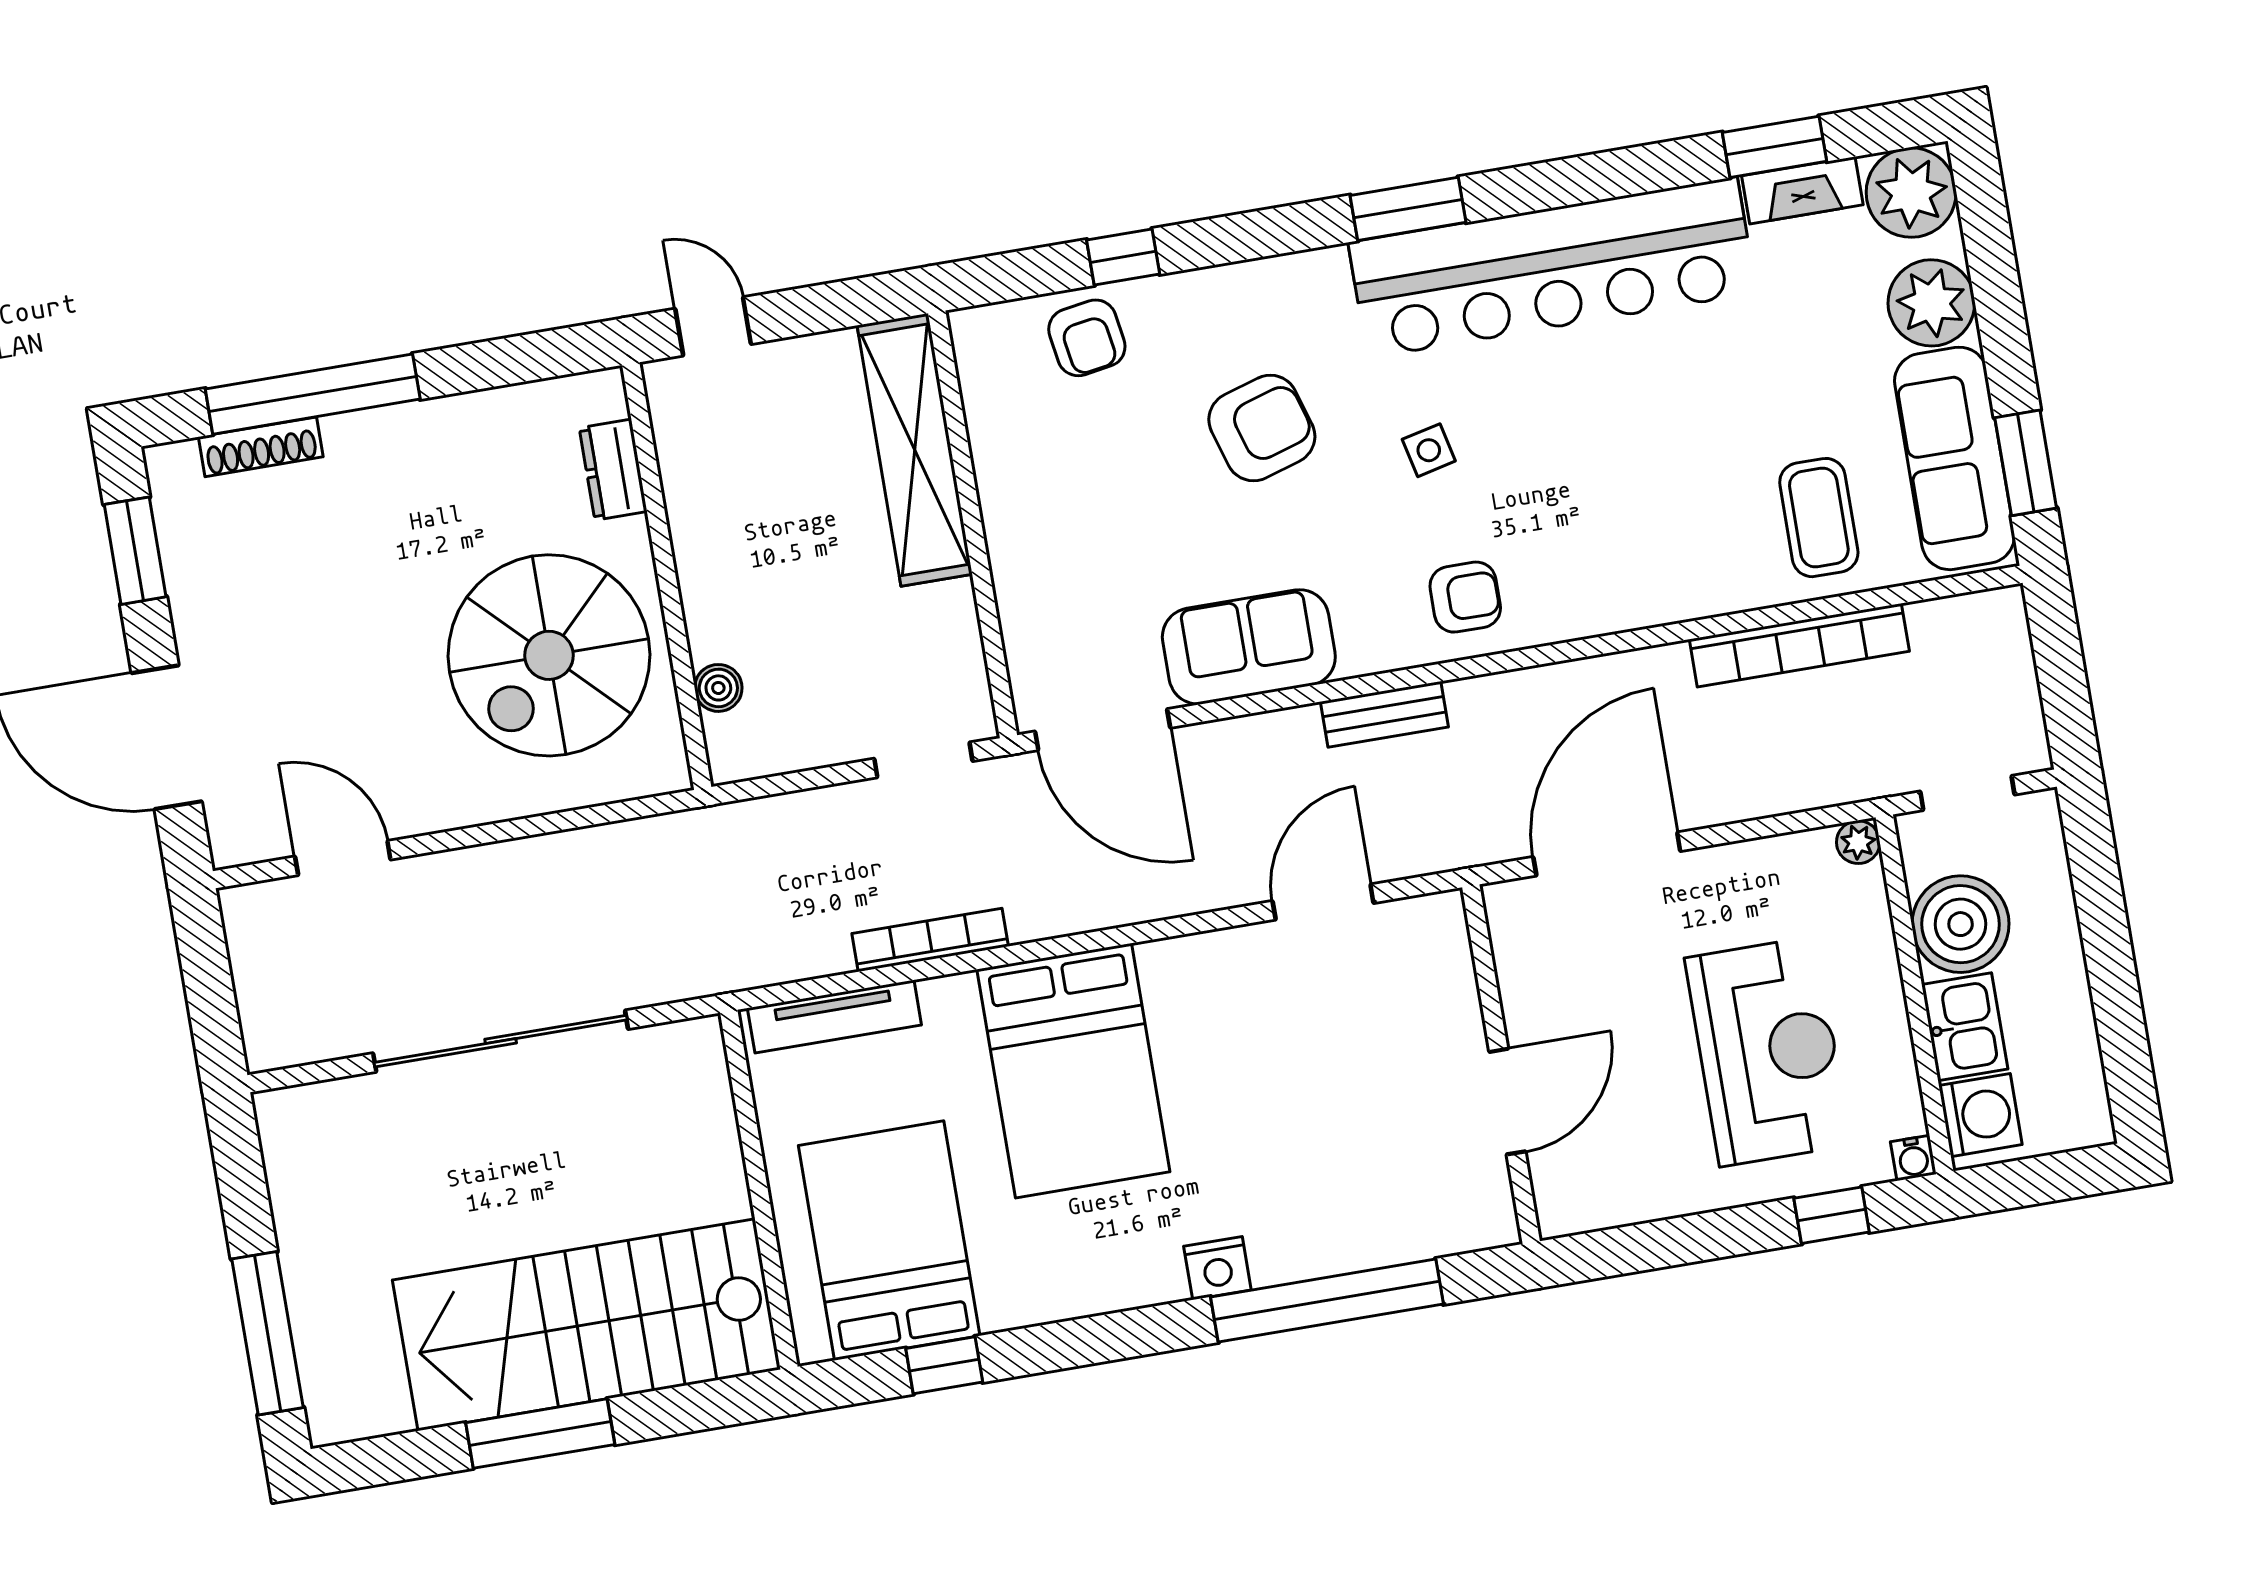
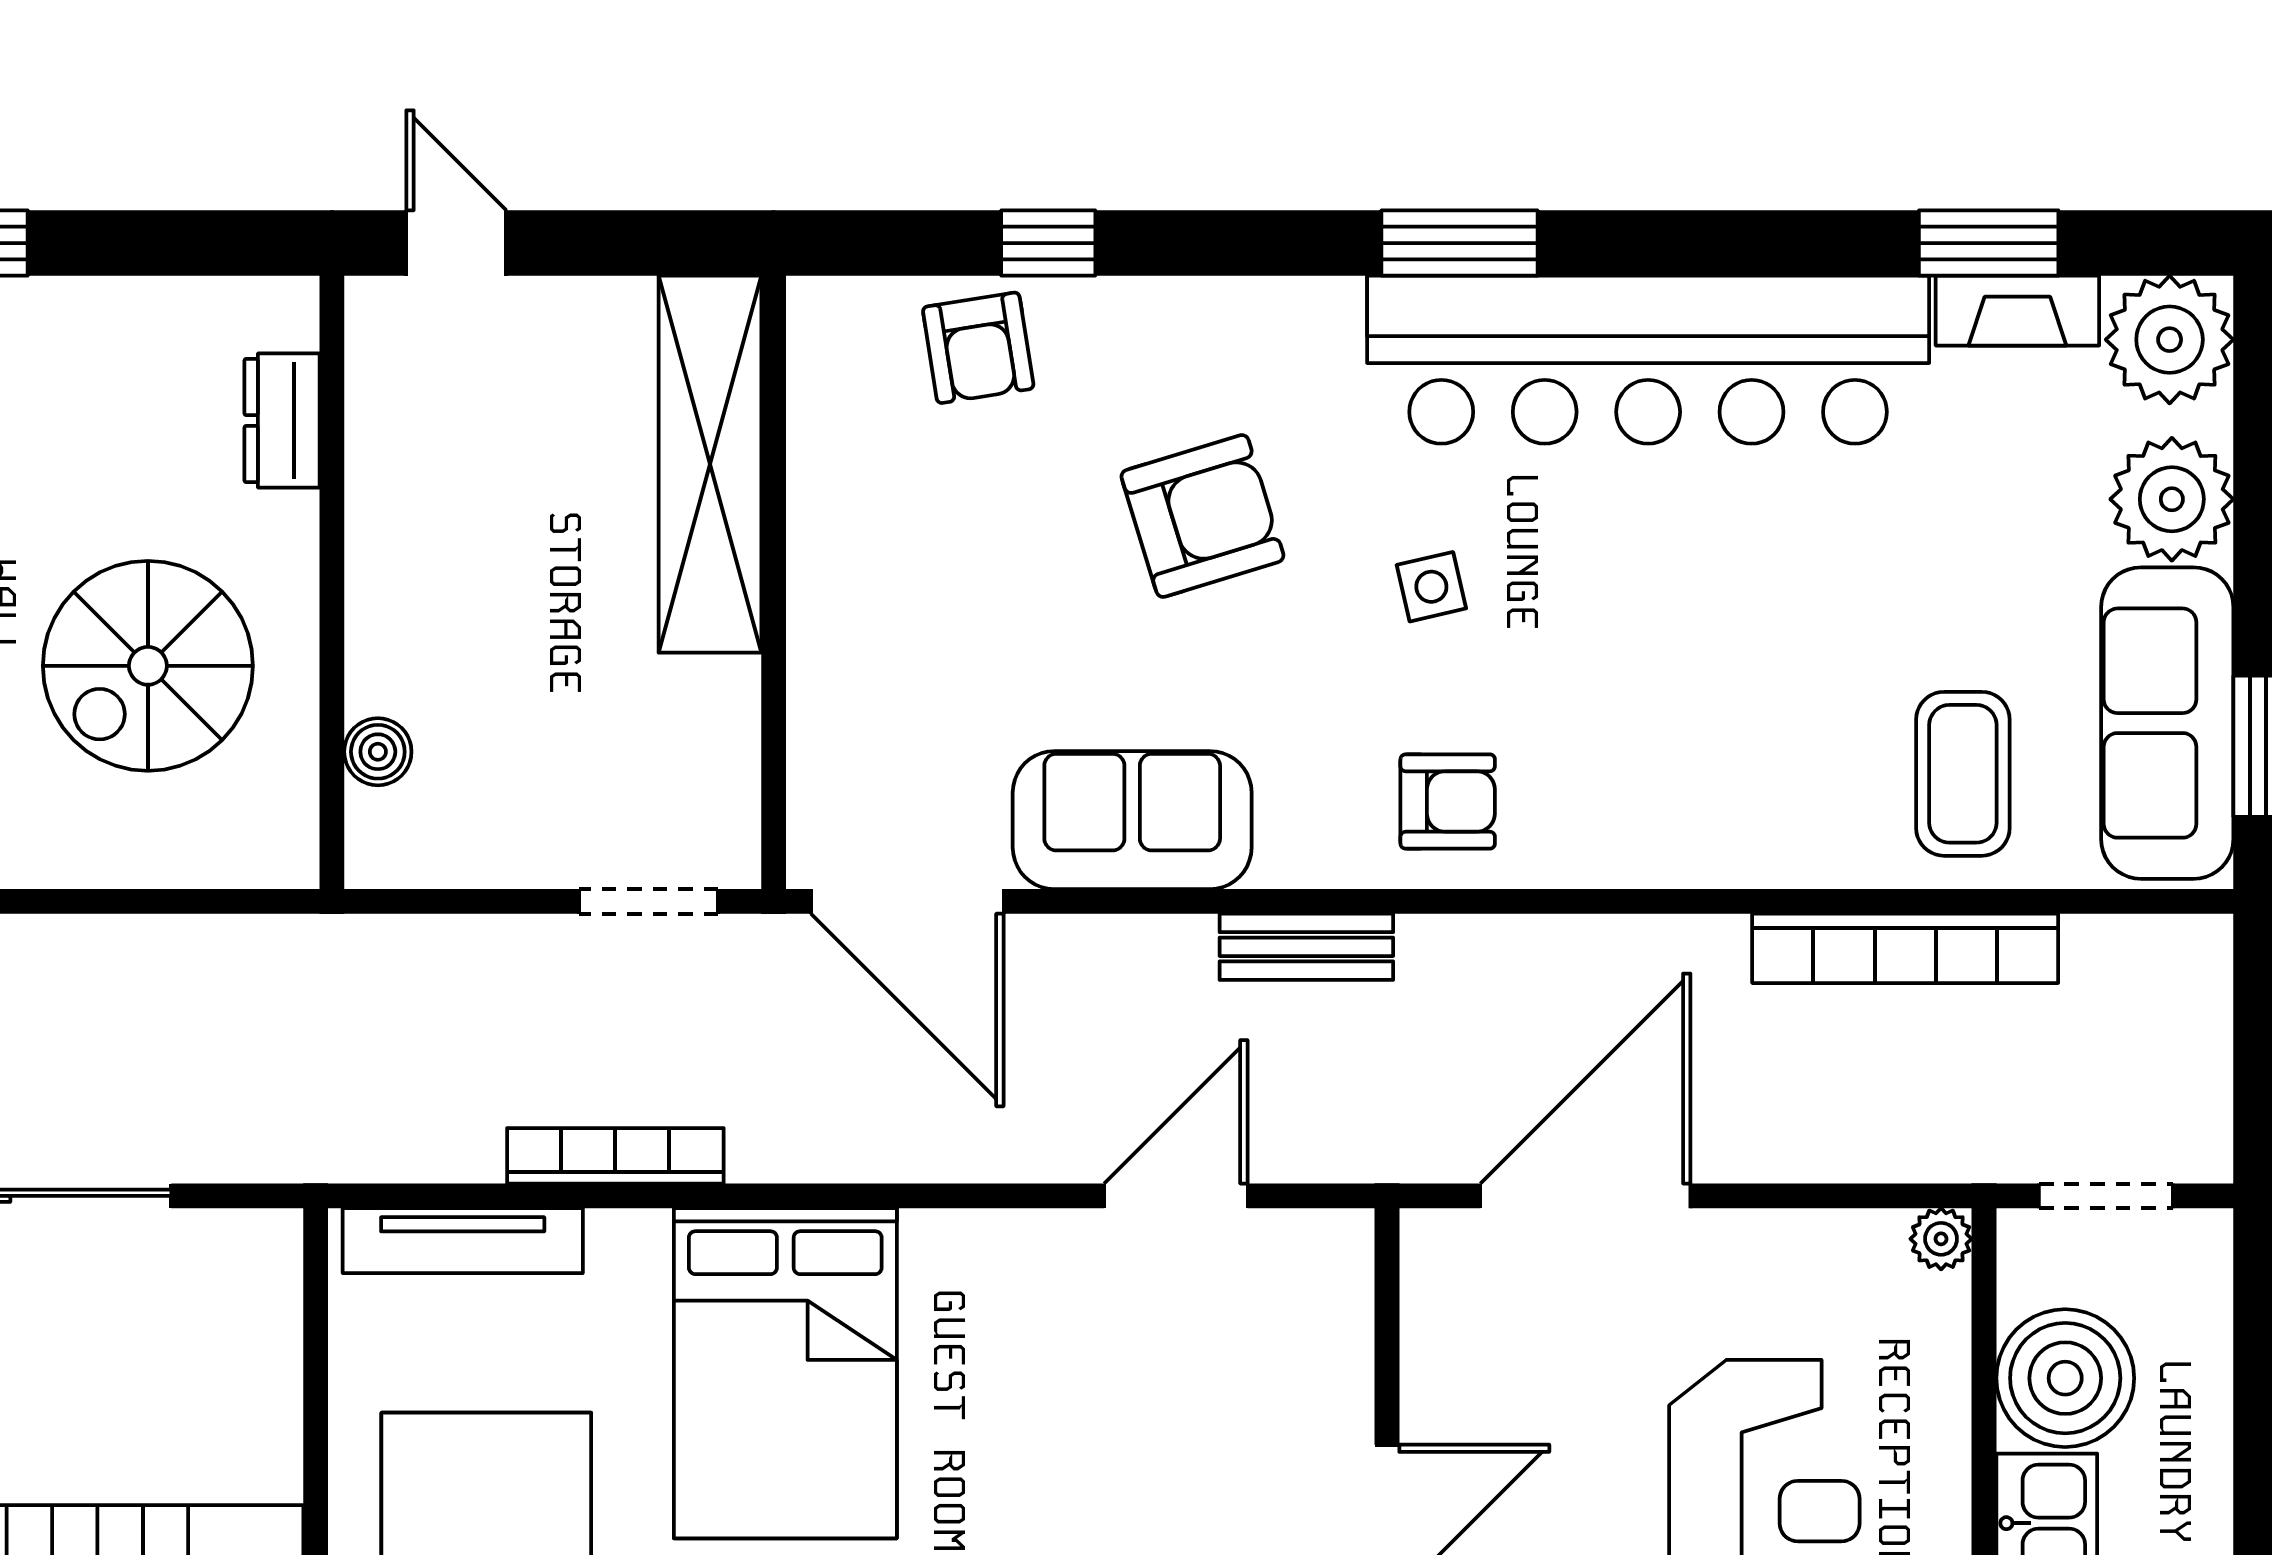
spiral stairs: (549, 655) -> (148, 666), width x0.73, depth x0.73

